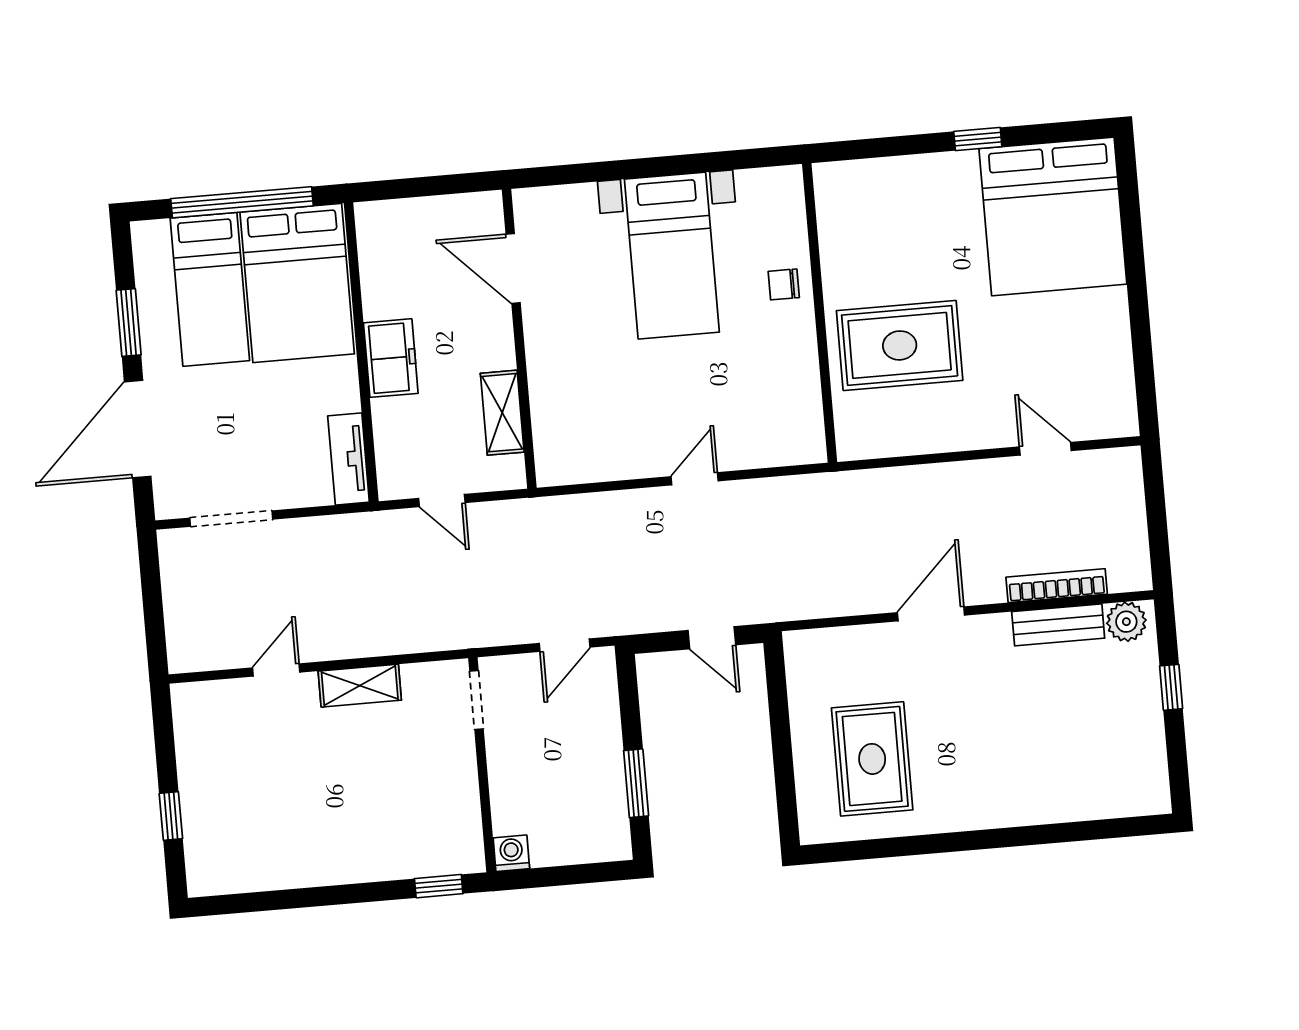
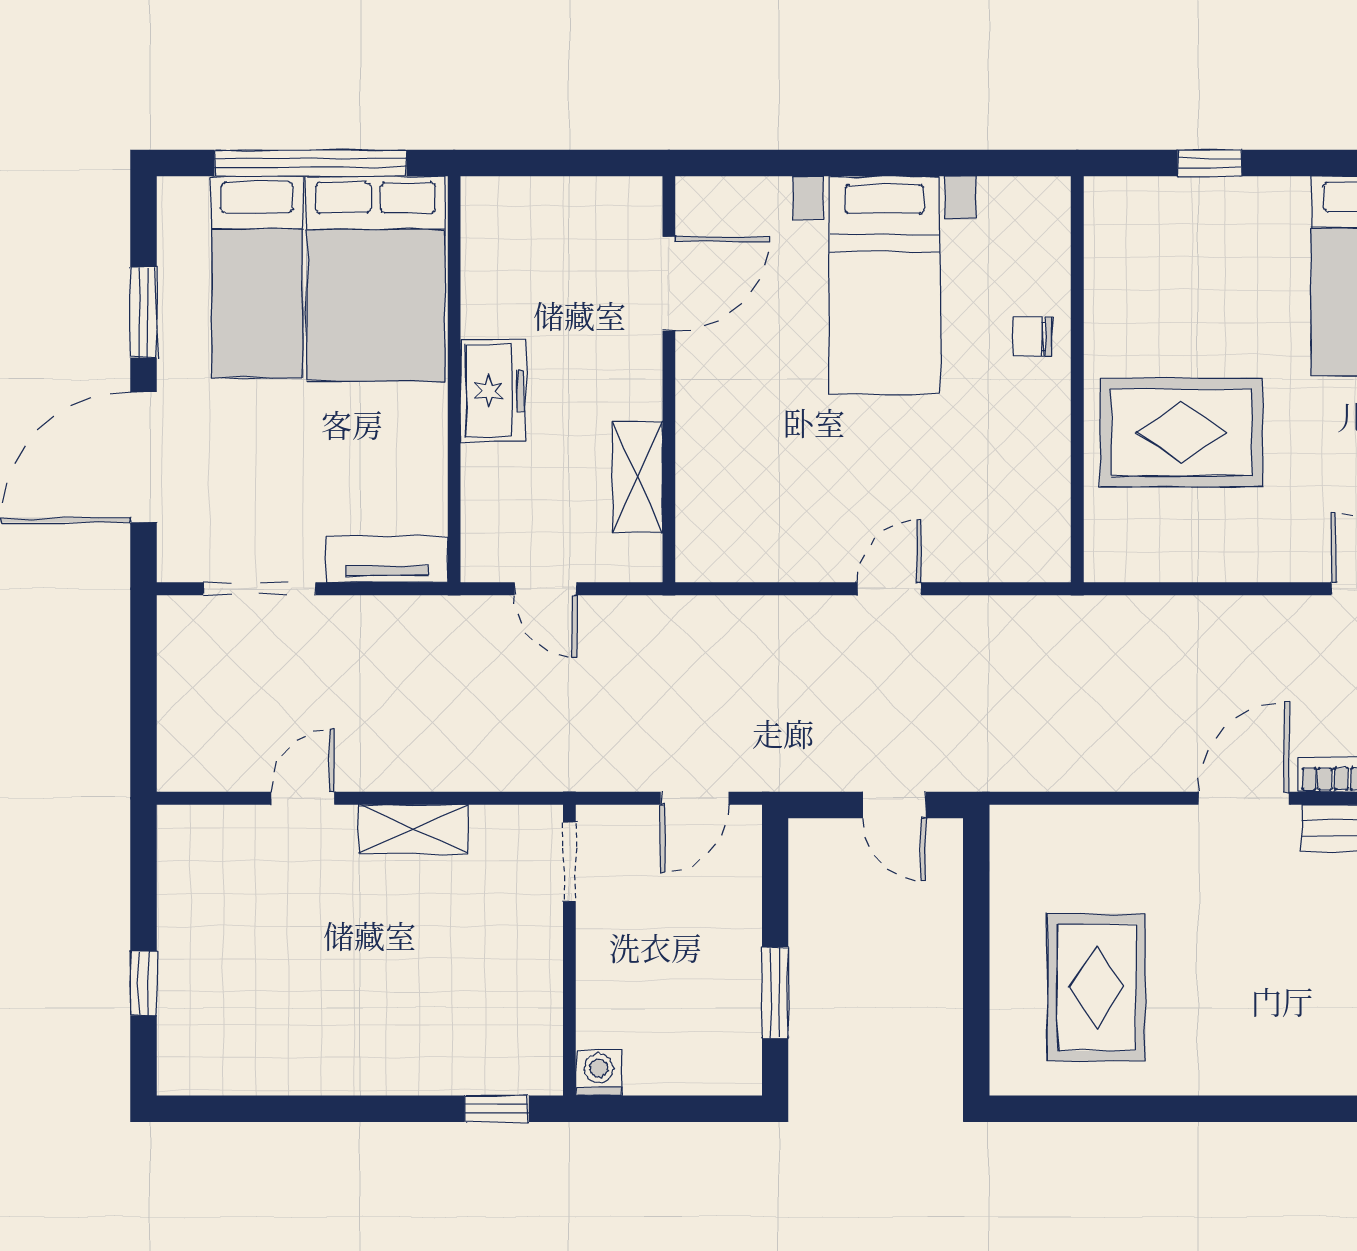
window: (978, 139) -> (1210, 163), moved
door: (513, 268) -> (669, 284), swing flipped
tv unit: (349, 459) -> (387, 559), moved, turned 90
door: (931, 614) -> (1244, 798), moved

